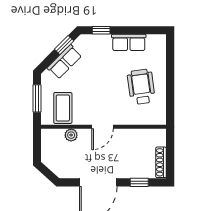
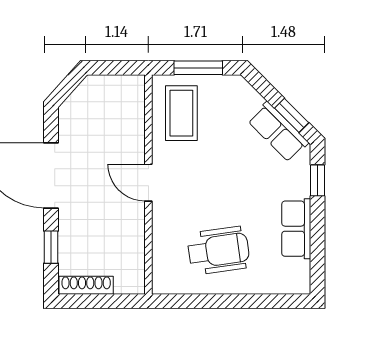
row of seats: (64, 62) -> (278, 132), moved
coffee table: (63, 108) -> (181, 113), turned 90
plant: (71, 135) -> (134, 128), removed

